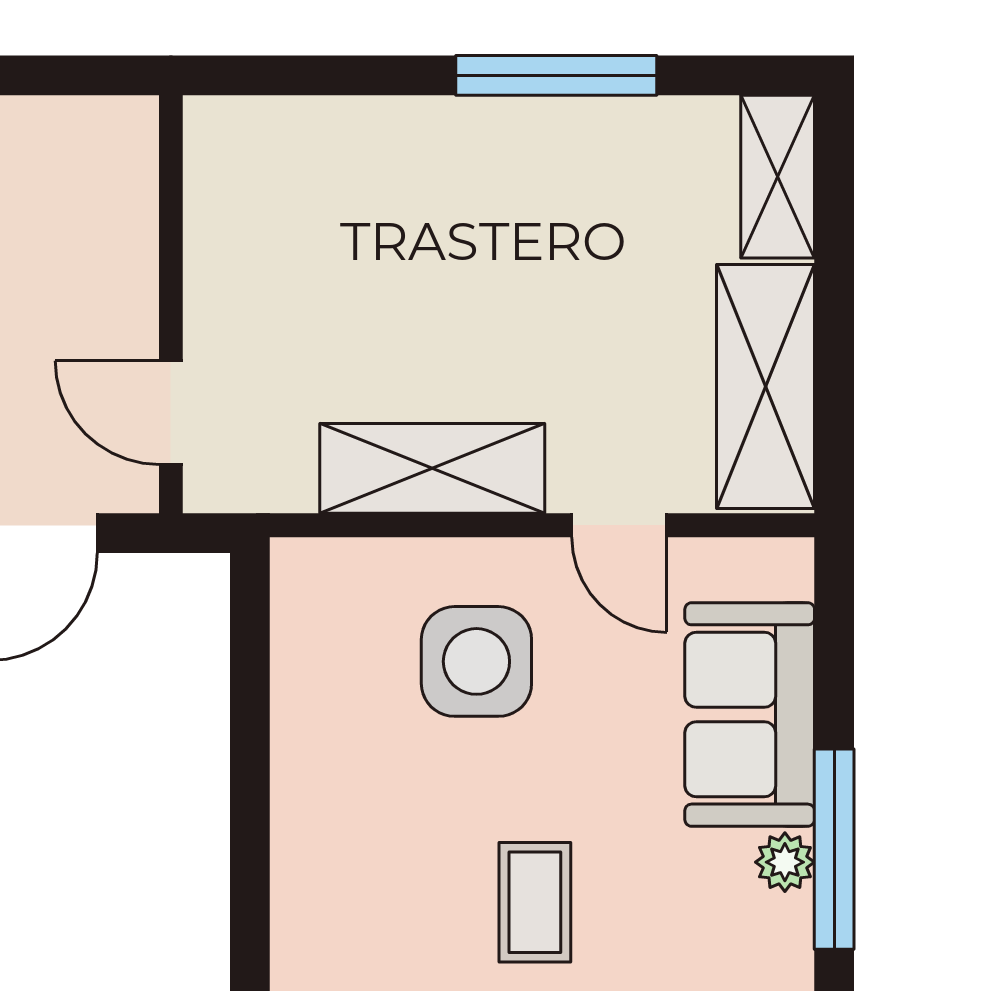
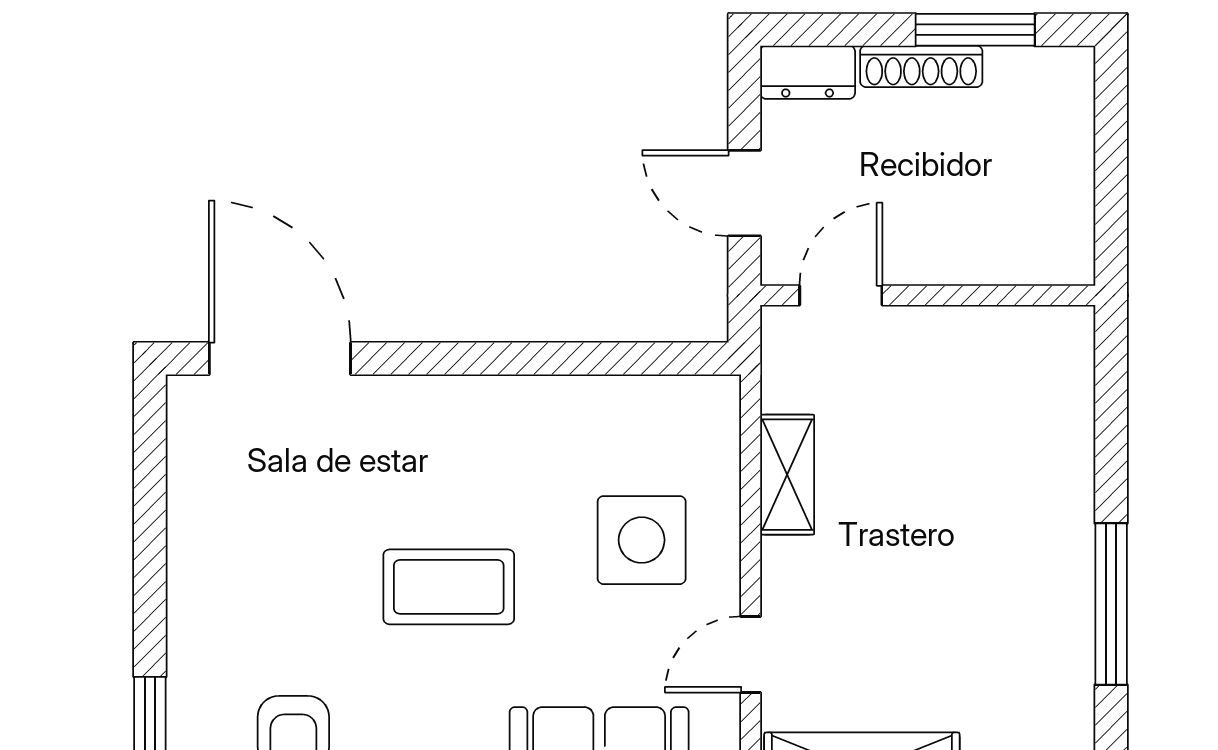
shelving: (432, 468) -> (787, 475), width x0.67, depth x0.75
coffee table: (535, 902) -> (449, 587), width x1.36, depth x1.30

